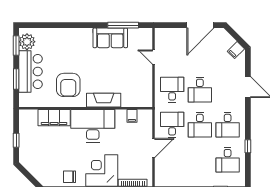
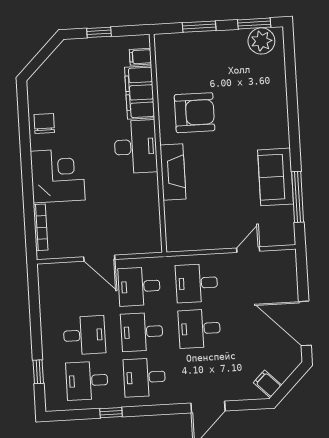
bar counter: (30, 72) -> (213, 50), removed
armchair: (68, 85) -> (195, 113), turned 180
desk: (172, 90) -> (197, 283), turned 180
filing cabinet: (132, 116) -> (140, 57), moved
desk: (172, 125) -> (139, 286), turned 180
desk: (93, 126) -> (136, 147), width x0.73, depth x0.77
desk: (200, 160) -> (84, 335), added

